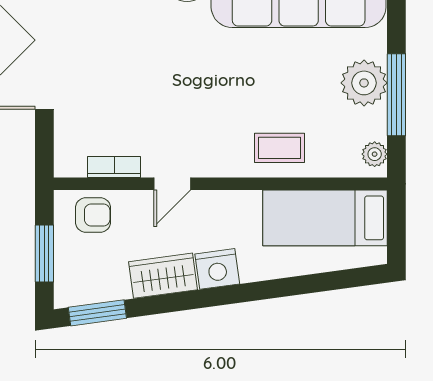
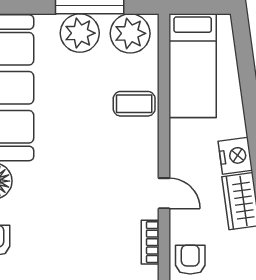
coffee table: (280, 148) -> (134, 104), turned 90
plant: (375, 154) -> (130, 33), width x1.87, depth x1.87

